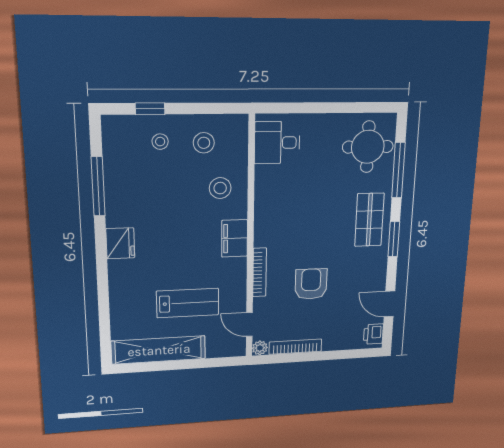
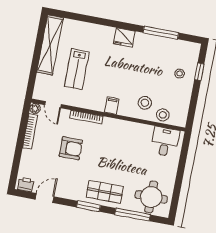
stool: (204, 143) -> (163, 115), moved
filing cabinet: (235, 238) -> (112, 106), width x0.50
door: (249, 324) -> (53, 105), swing flipped

